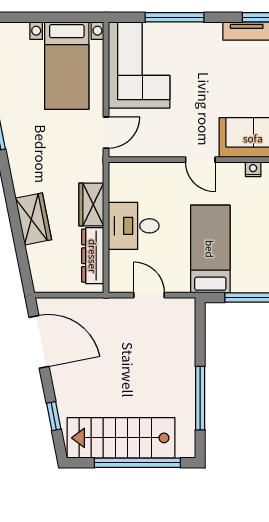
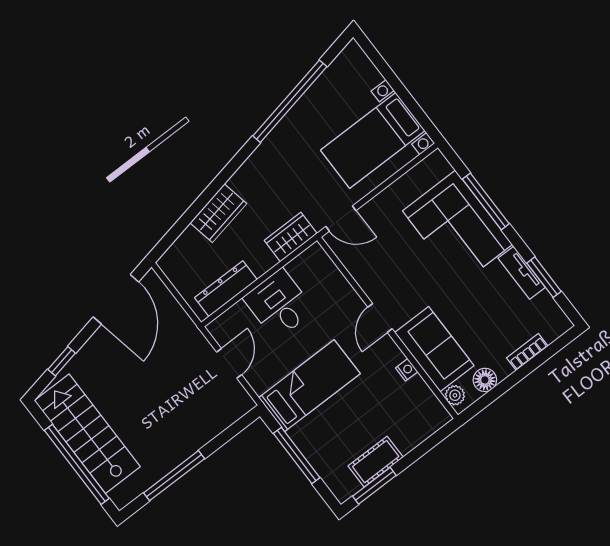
corner sofa: (139, 65) -> (457, 228), moved, turned 90
wardrobe: (91, 204) -> (291, 237), moved

